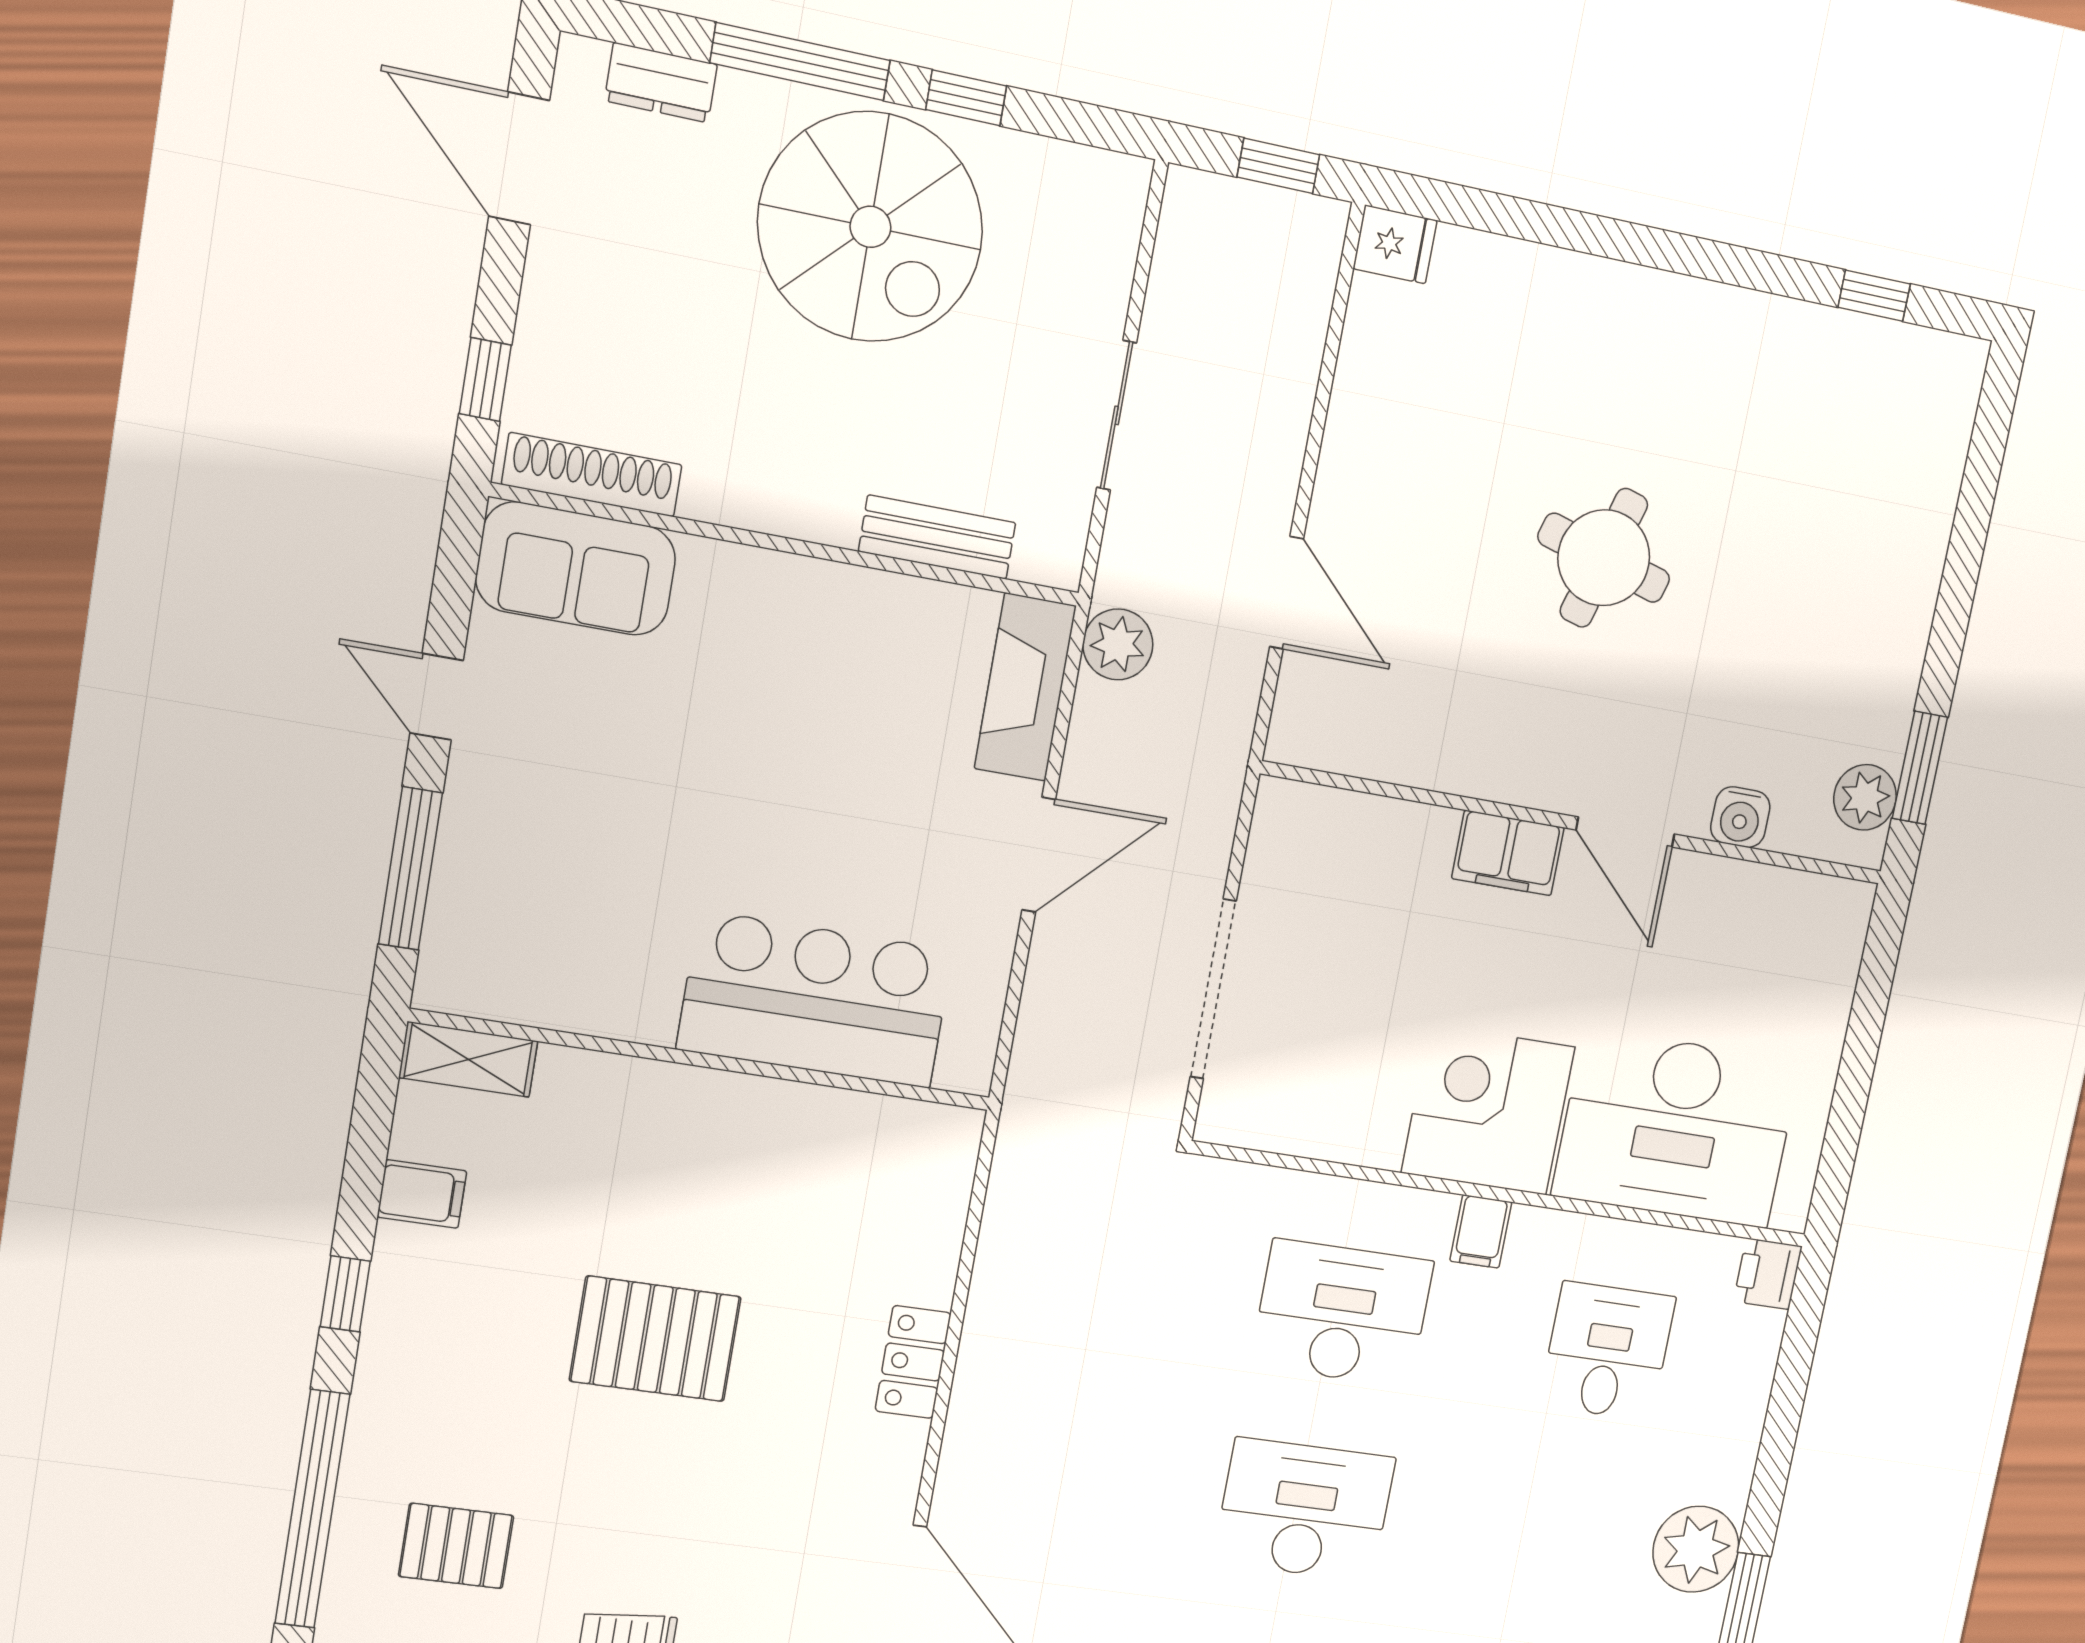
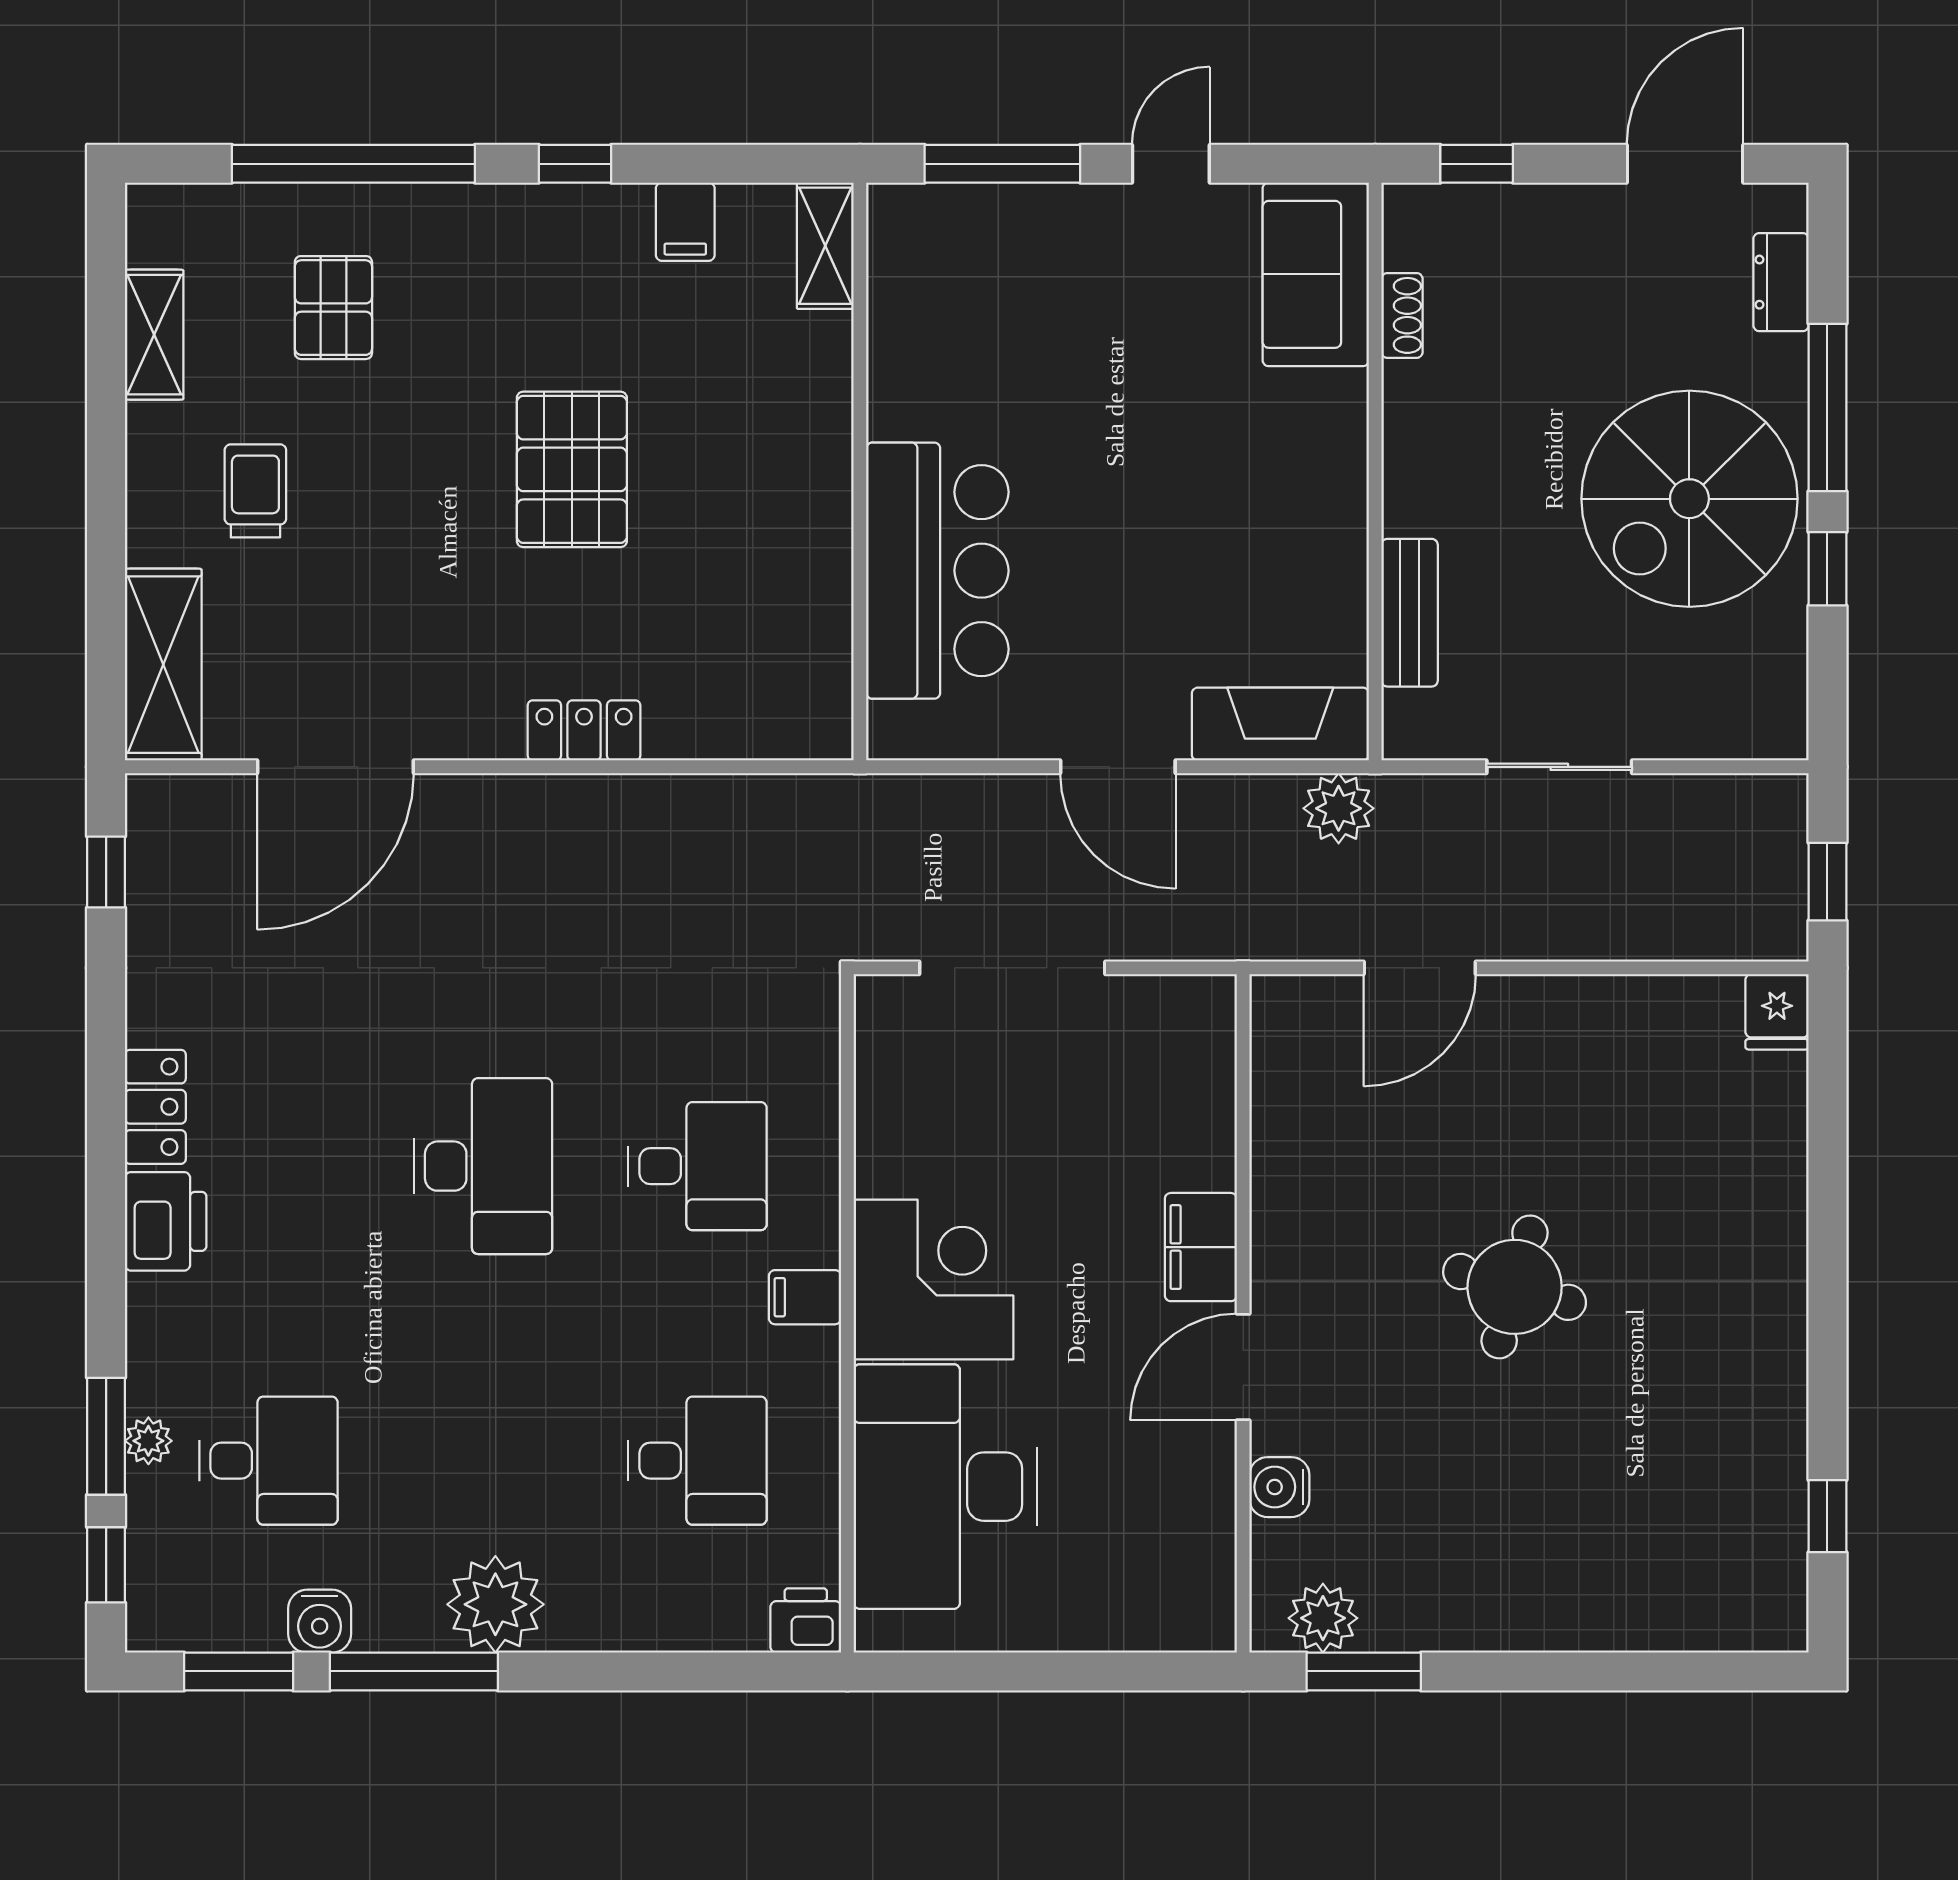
shoe rack: (592, 475) -> (1402, 315), width x0.51, depth x0.81
desk: (1342, 1313) -> (698, 1166), width x0.73

